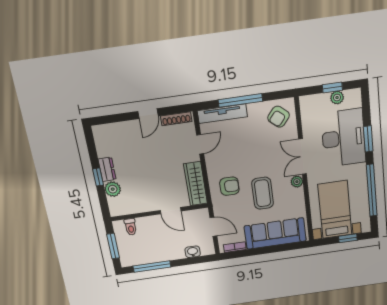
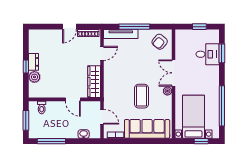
plant: (337, 98) -> (202, 34), removed
desk: (343, 138) -> (208, 54), width x0.53, depth x0.77
window: (368, 139) -> (222, 53), moved
armchair: (229, 186) -> (118, 87), removed

